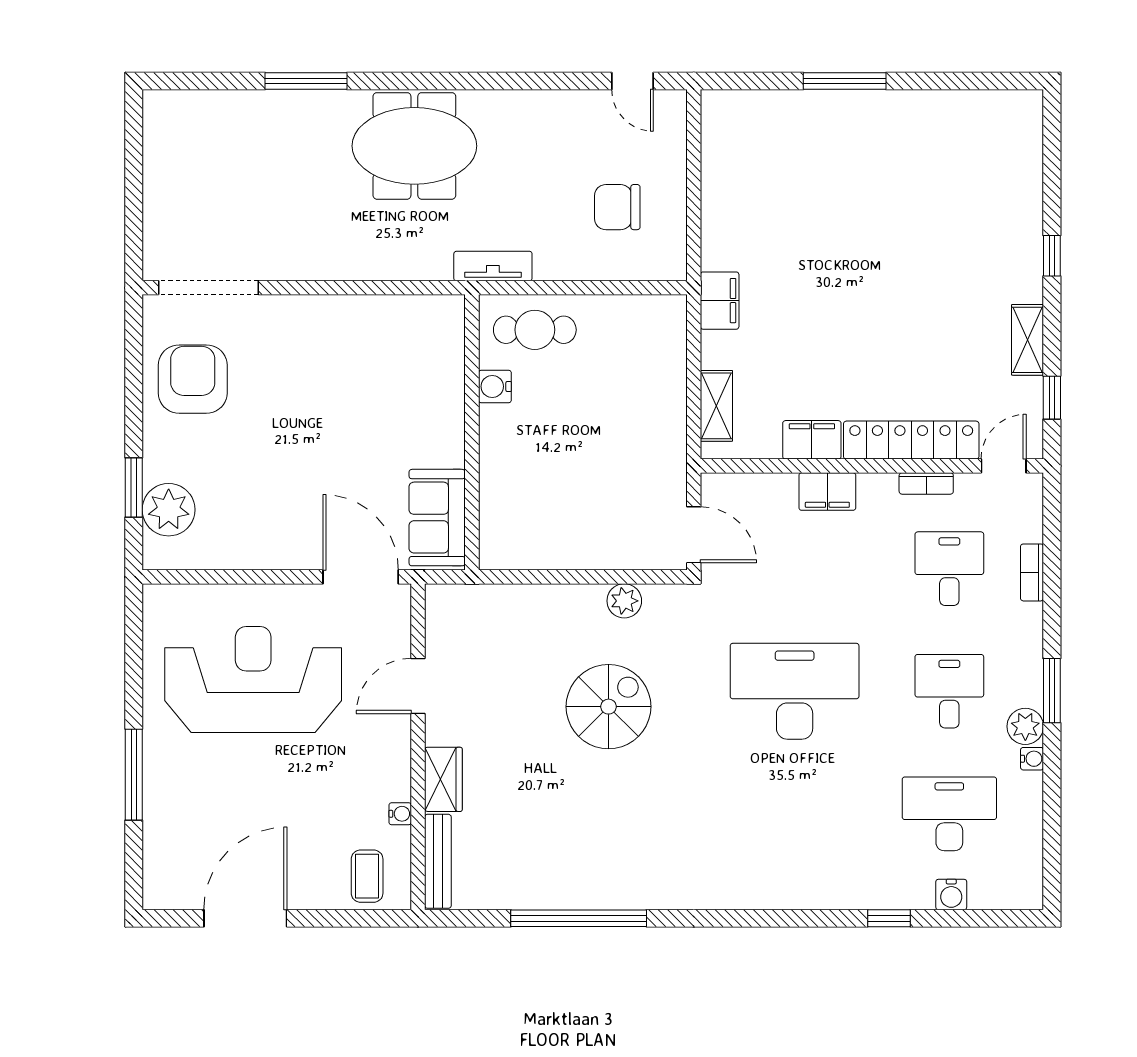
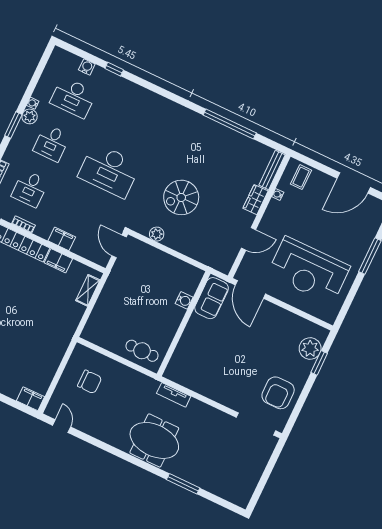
tv unit: (493, 266) -> (174, 395), moved
filing cabinet: (720, 301) -> (31, 399), moved, turned 90
water cooler: (495, 386) -> (184, 300), moved

